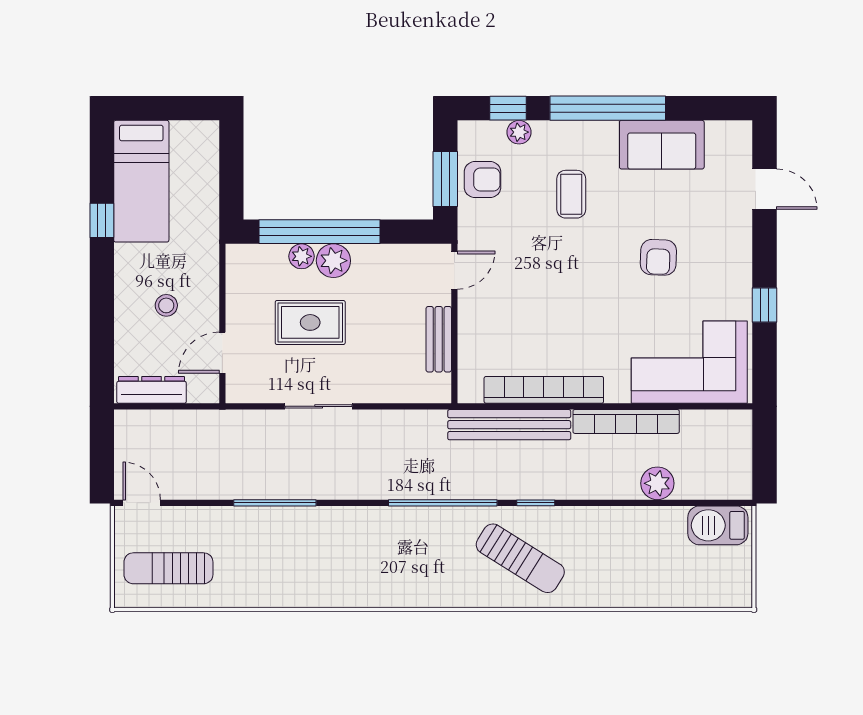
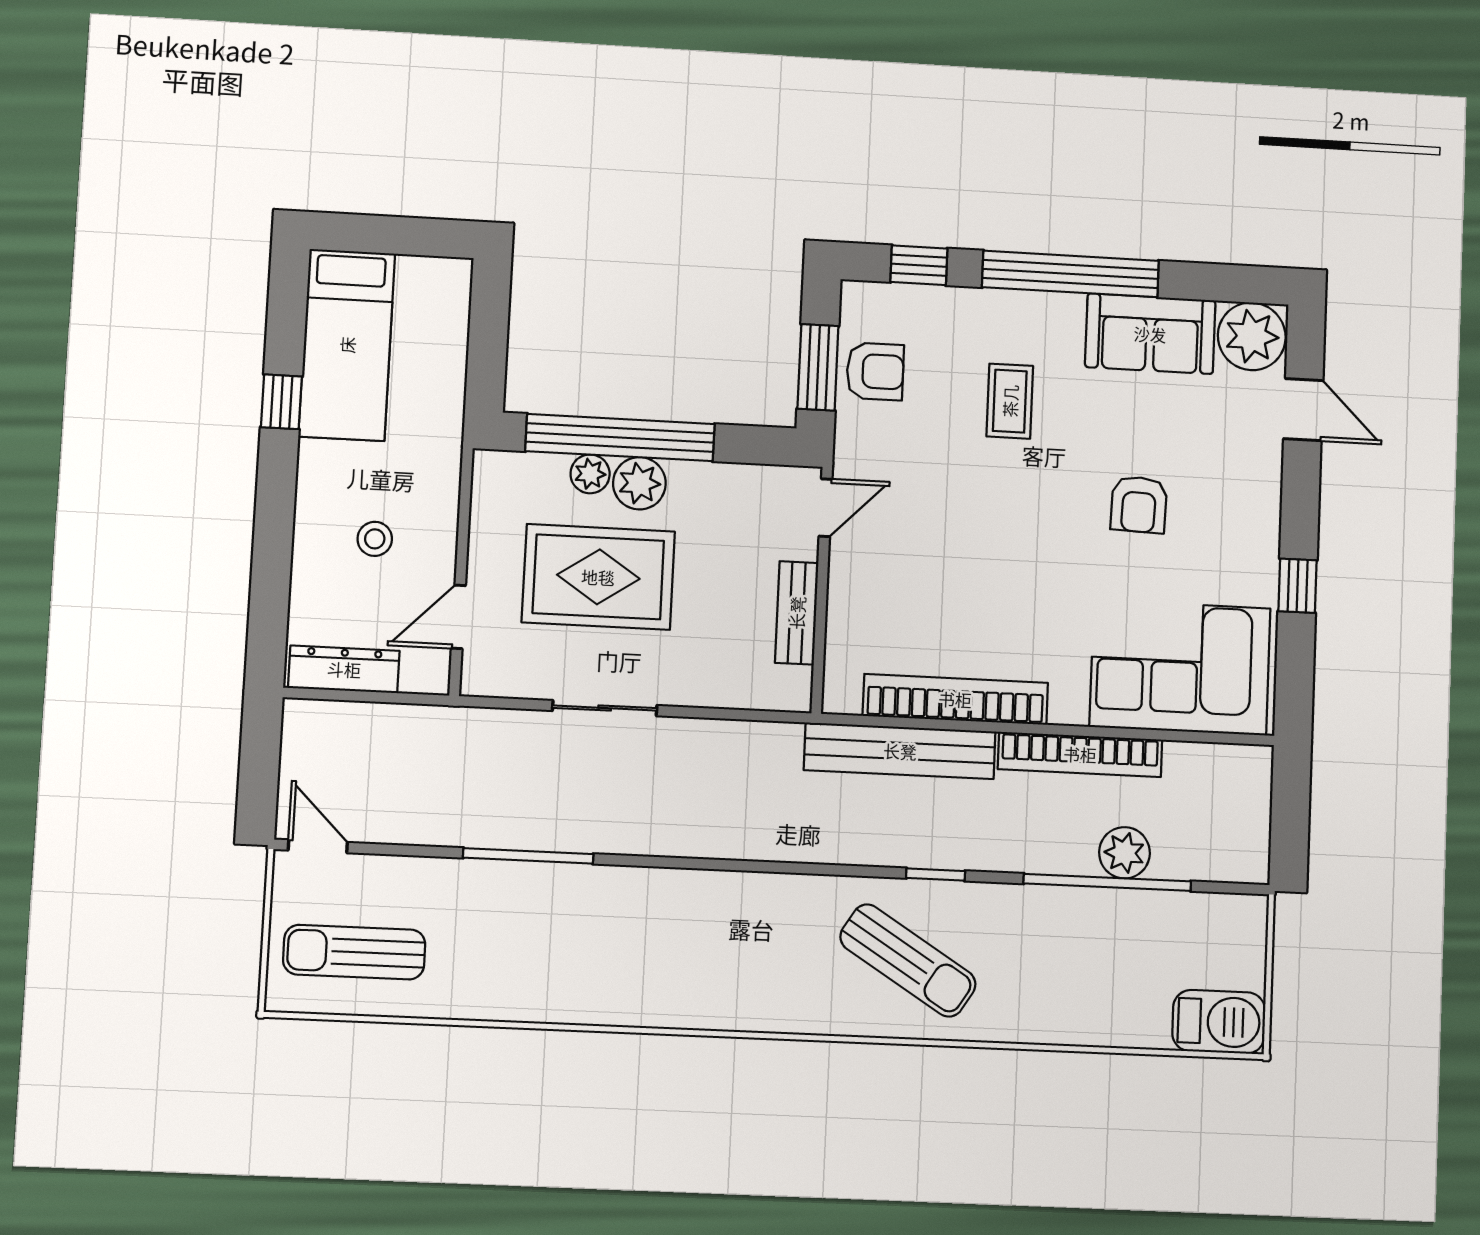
plant: (519, 132) -> (1252, 336), moved, width x1.87, depth x1.87
rug: (310, 322) -> (598, 577), width x1.36, depth x1.43
window: (443, 503) -> (1107, 882), moved
barbecue: (718, 525) -> (1219, 1022), moved, turned 180

